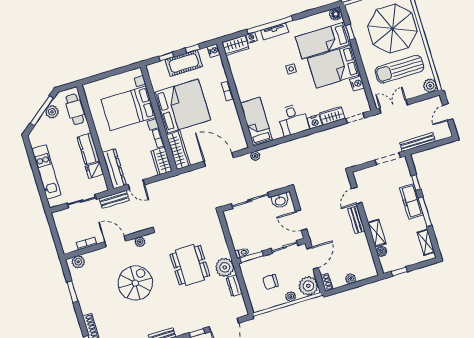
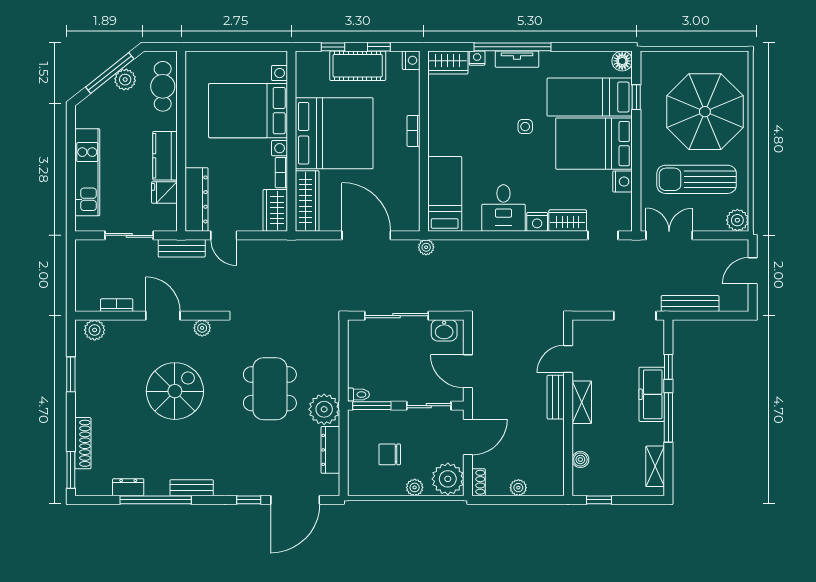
shelving: (377, 233) -> (582, 402), moved
dresser: (234, 286) -> (330, 450), width x1.44

